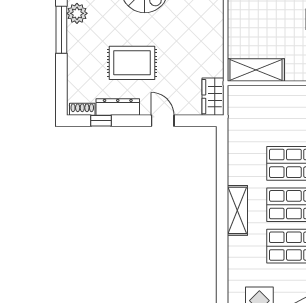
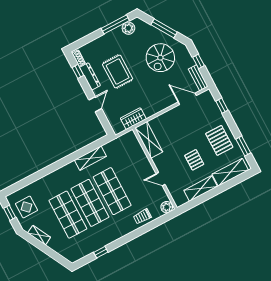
wardrobe: (213, 97) -> (133, 119), moved
shelving: (237, 210) -> (90, 158), moved

